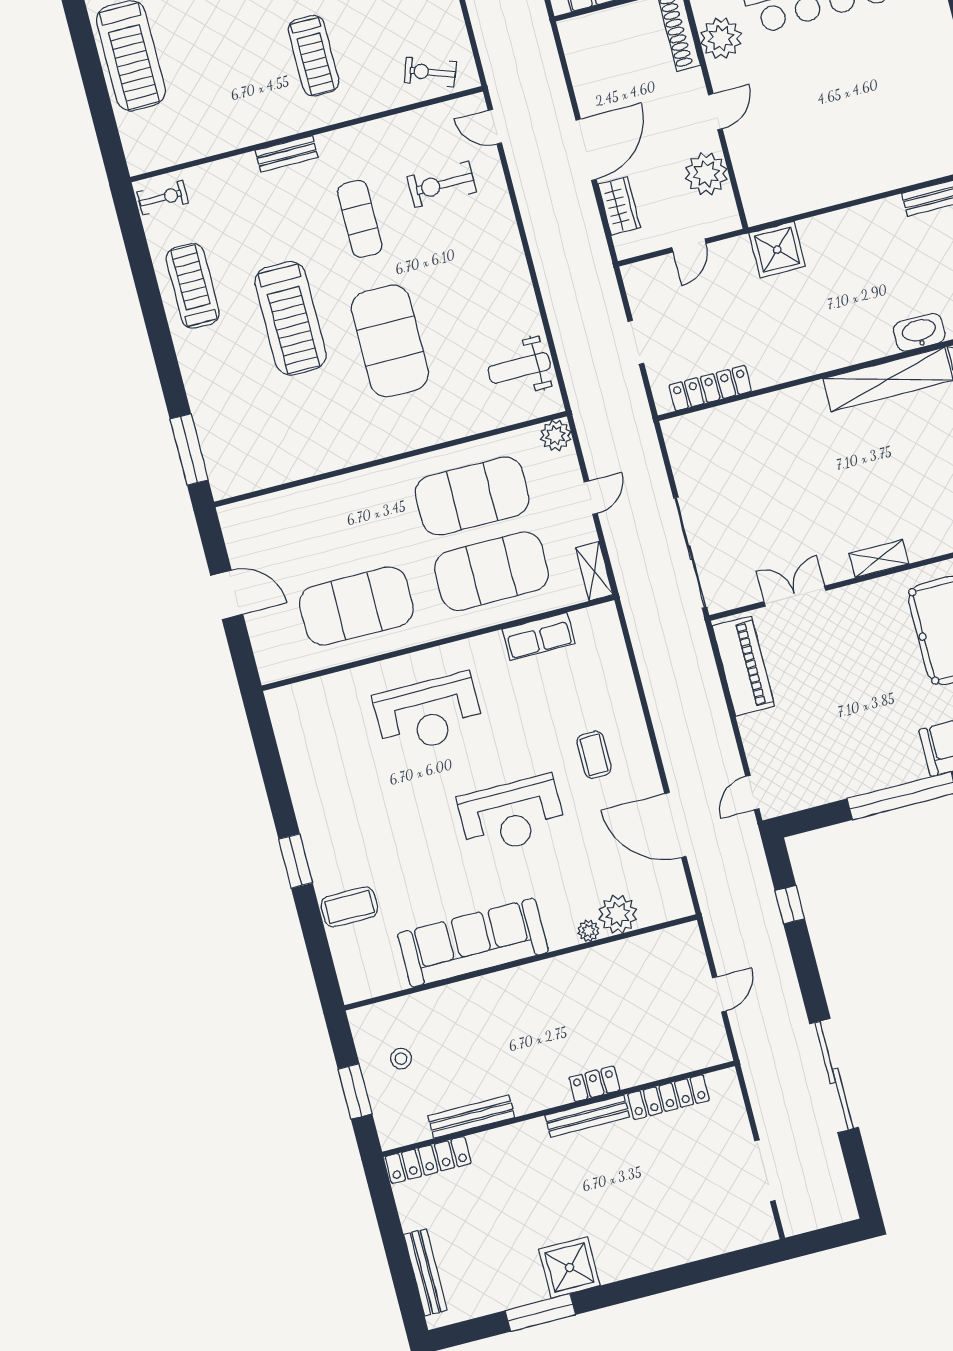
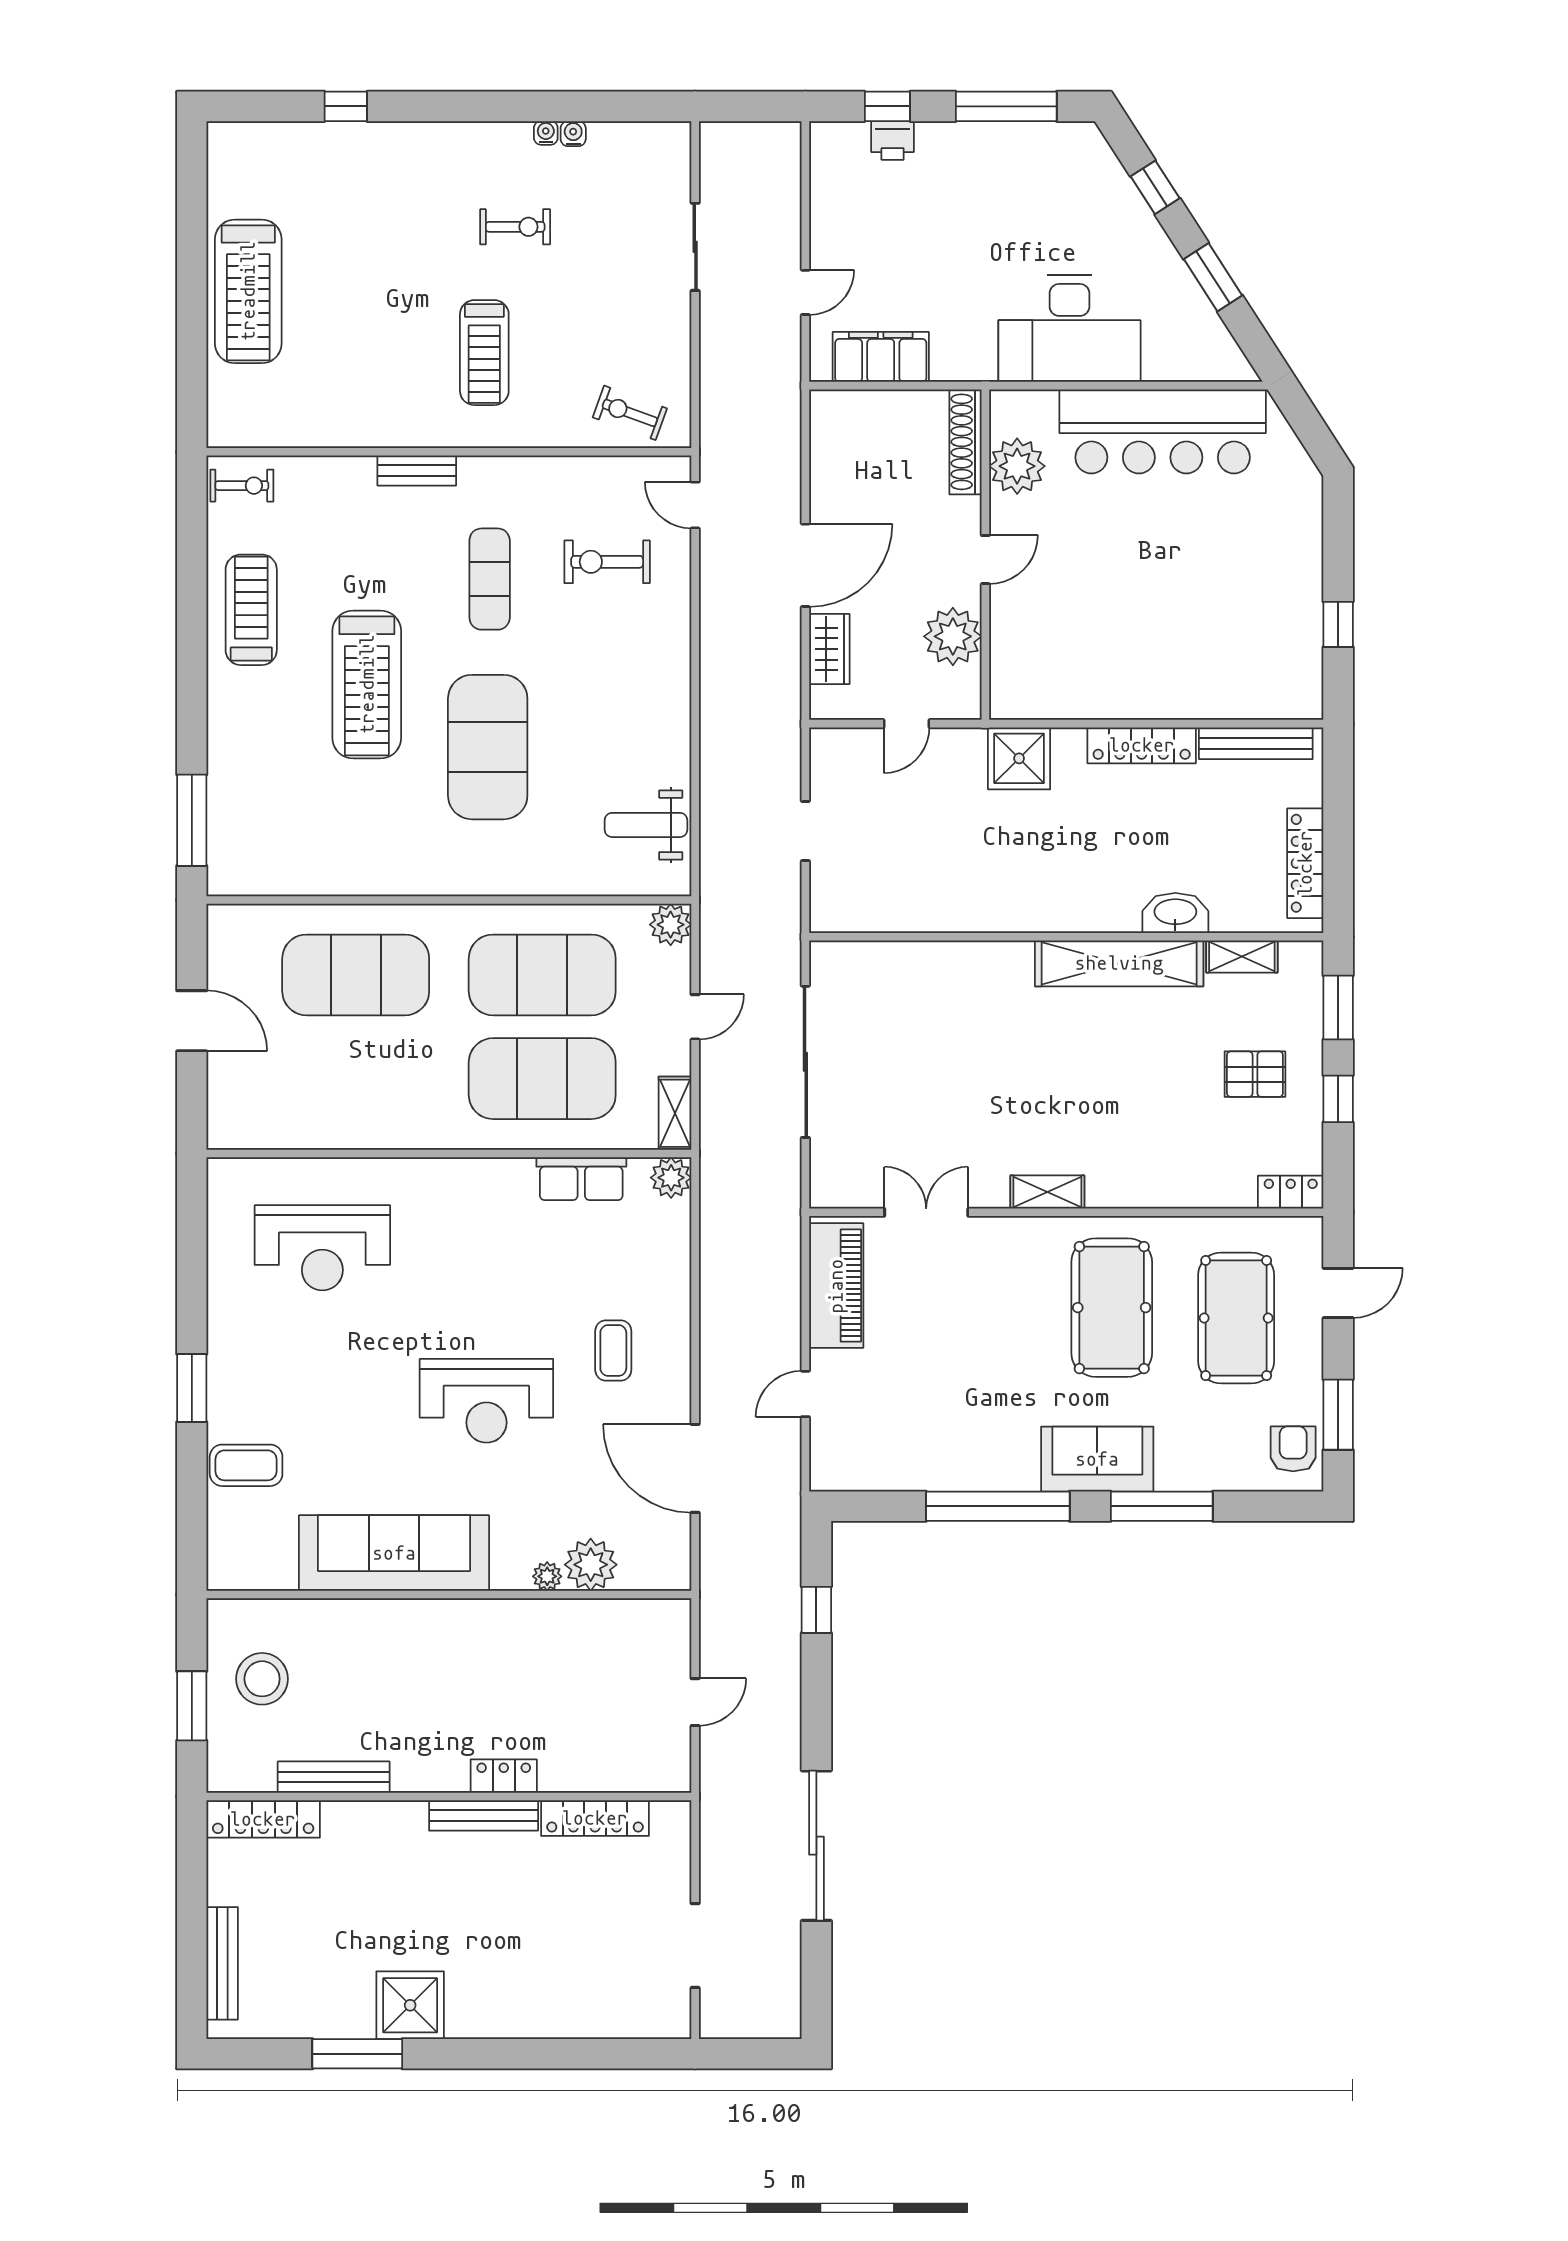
locker: (710, 388) -> (1142, 745), moved, turned 180
sliding door: (690, 553) -> (805, 1062), moved
exercise mat: (356, 606) -> (356, 975), moved
plant: (603, 619) -> (671, 1178), added
reception desk: (428, 714) -> (322, 1248), moved
door: (752, 793) -> (805, 1394), moved
stool: (401, 1059) -> (262, 1679), width x1.89, depth x1.89

